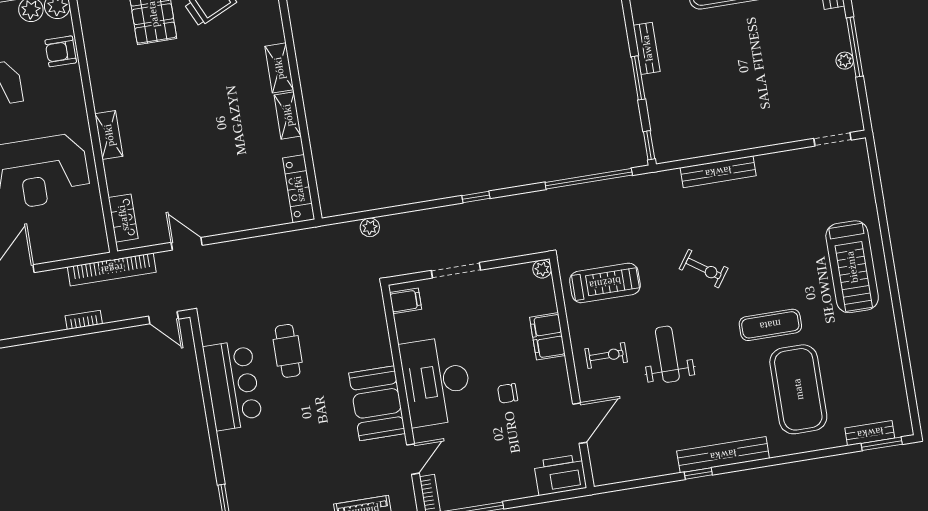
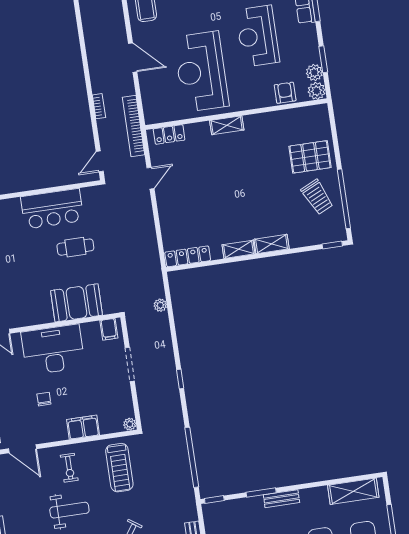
booth: (377, 403) -> (76, 303), moved

